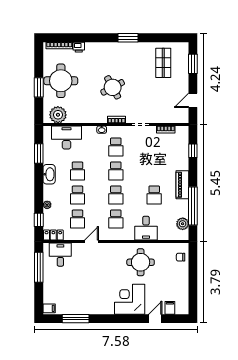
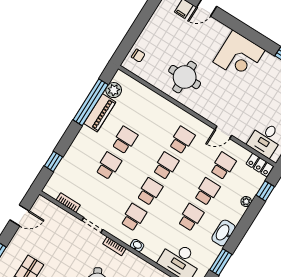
school desk: (154, 171) -> (109, 166), added
piano: (182, 185) -> (100, 113), moved
desk: (146, 228) -> (156, 110), removed
corner desk: (130, 299) -> (239, 56), moved

